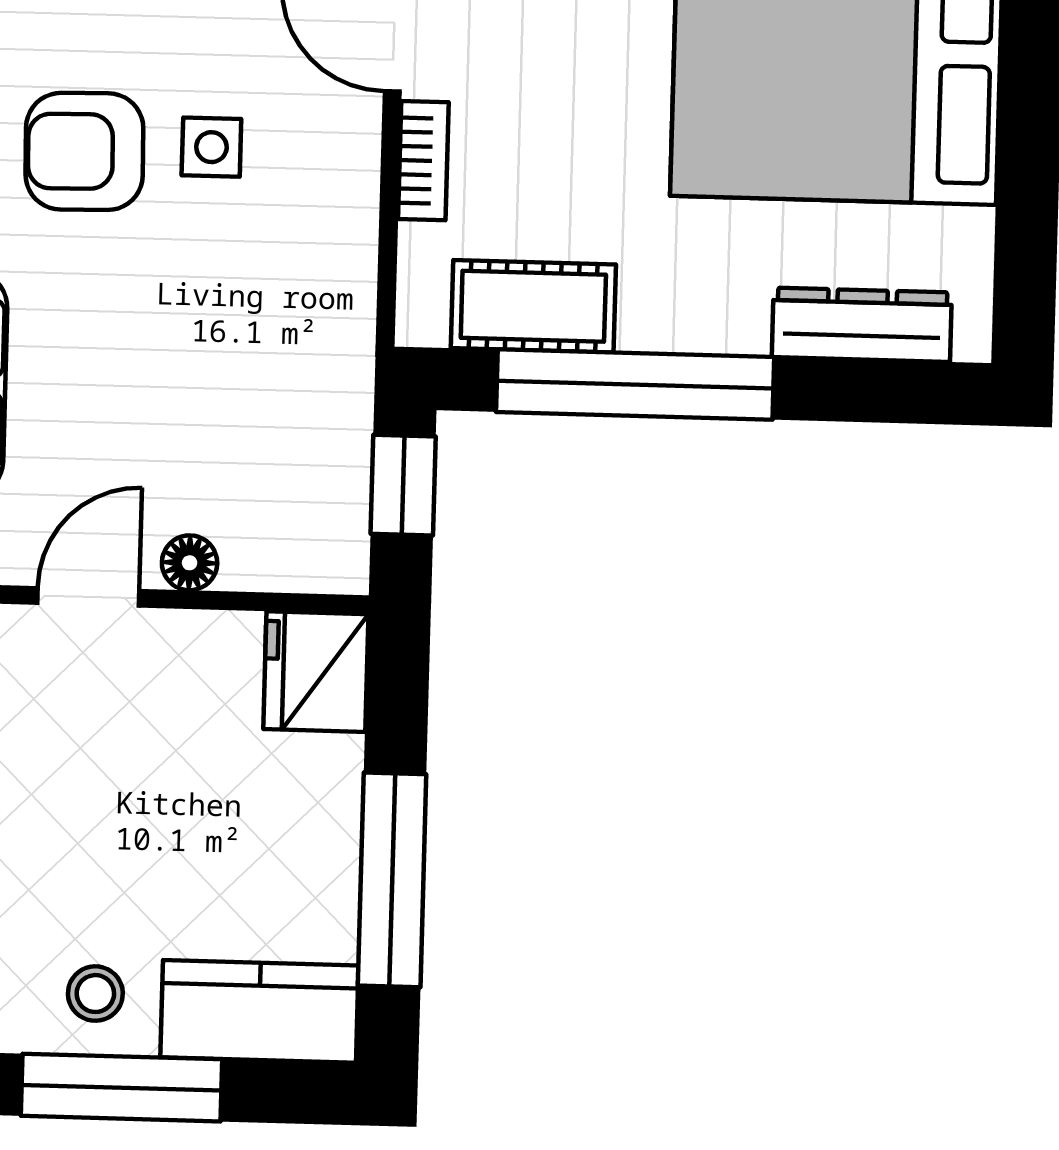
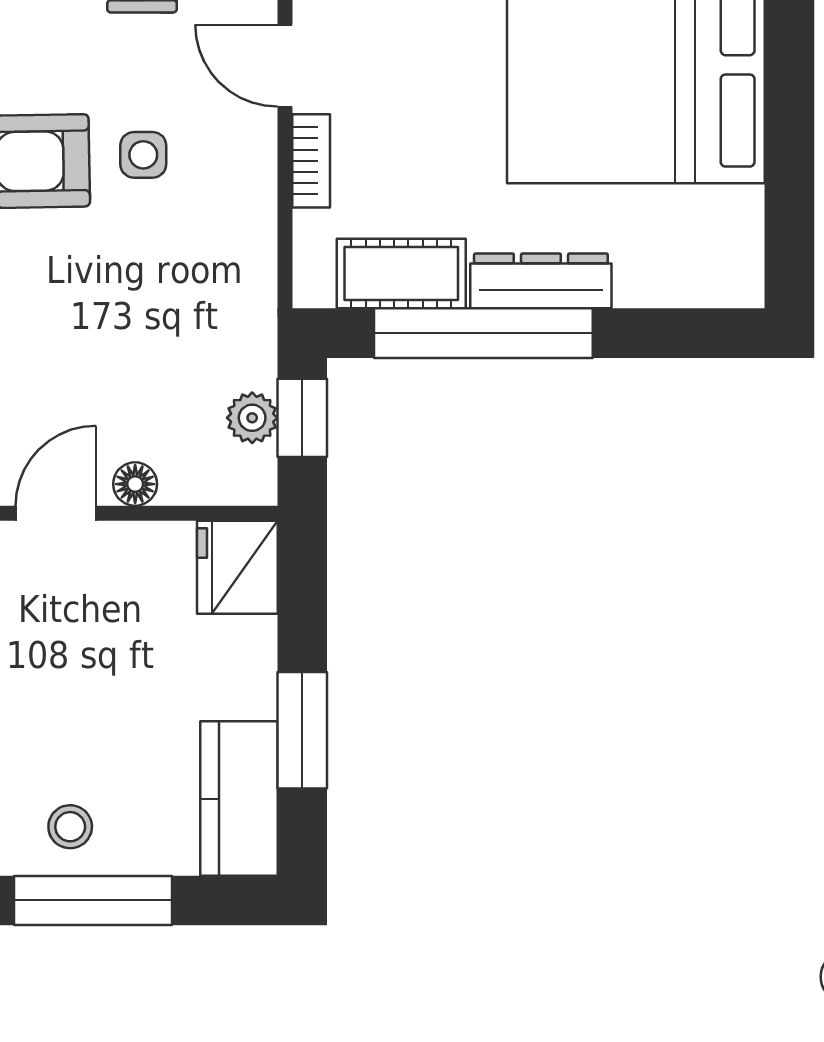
dresser: (862, 325) -> (541, 281), moved
plant: (340, 483) -> (252, 418), added
window: (392, 880) -> (302, 730), width x0.69
kitchen counter: (259, 1011) -> (239, 799), moved, turned -90

